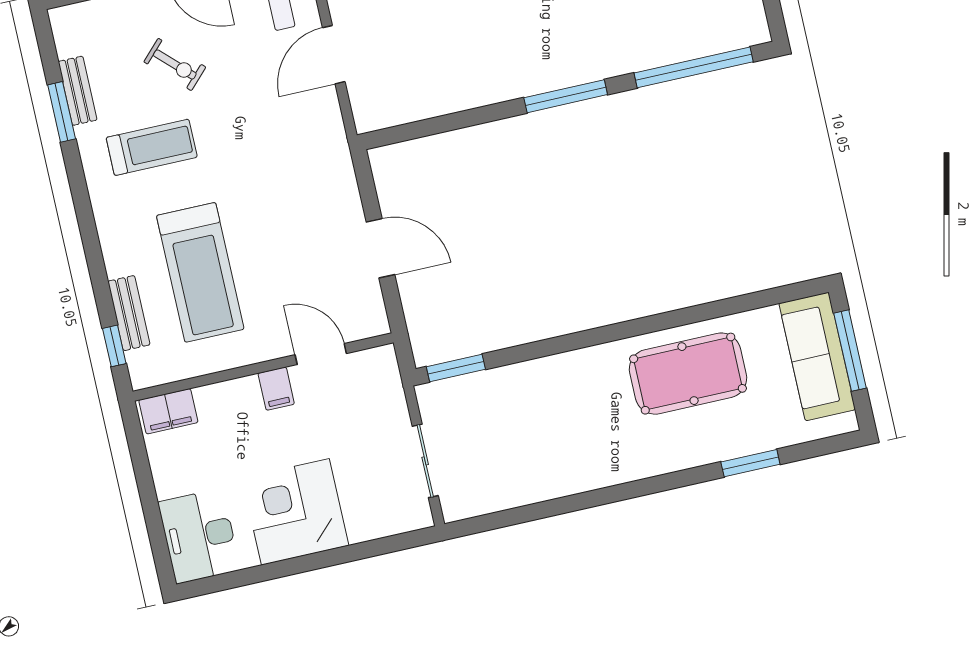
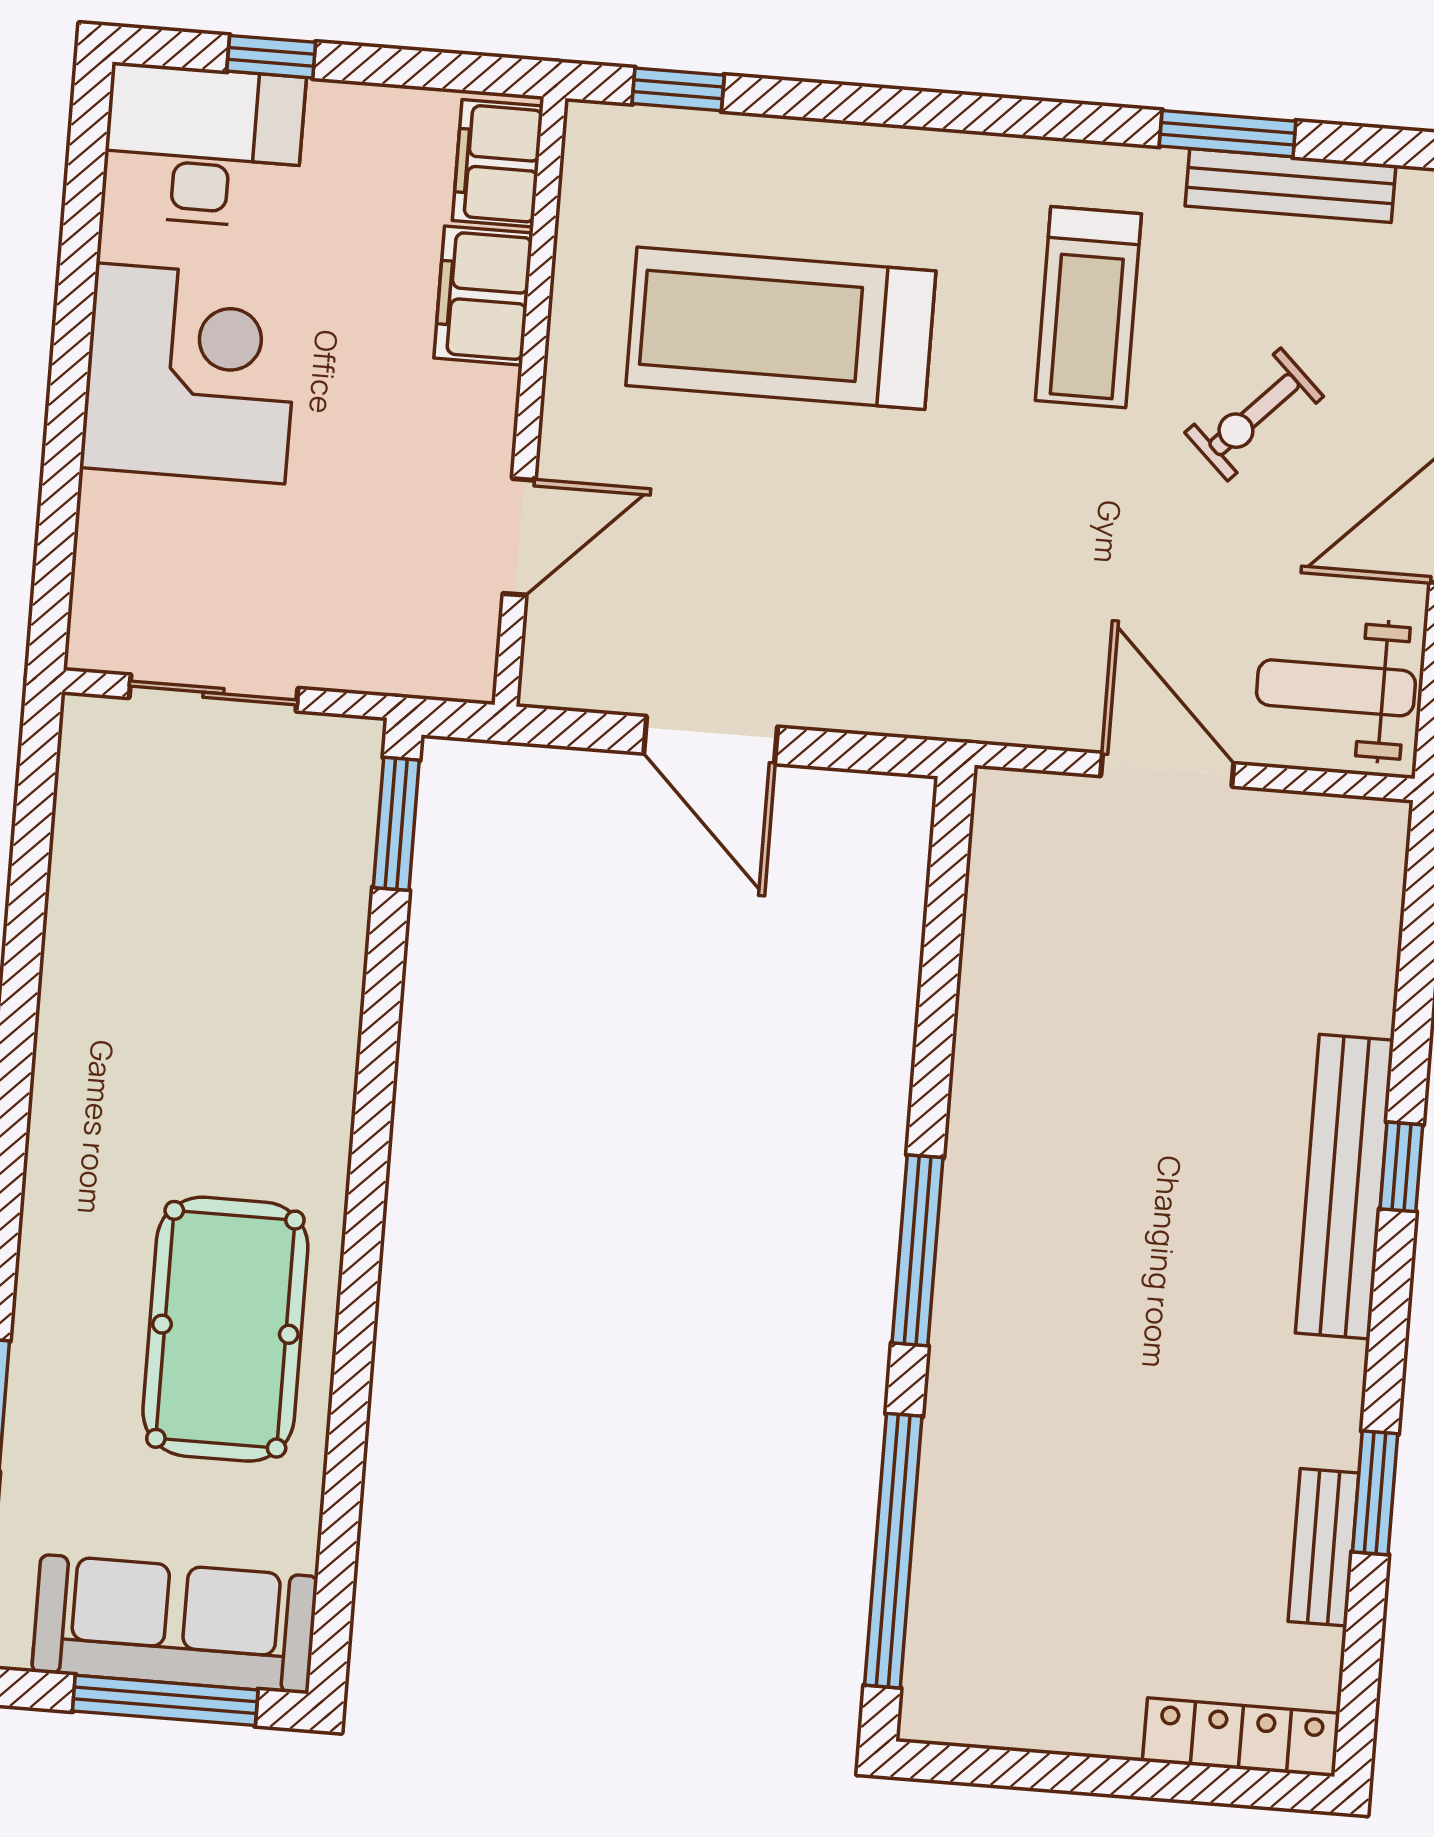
bench: (78, 91) -> (1291, 186), width x1.36
door: (380, 248) -> (711, 740), hinge flipped
bench: (129, 313) -> (740, 144), removed
filing cabinet: (276, 389) -> (483, 296), moved, width x2.00
window: (153, 519) -> (271, 57), added

